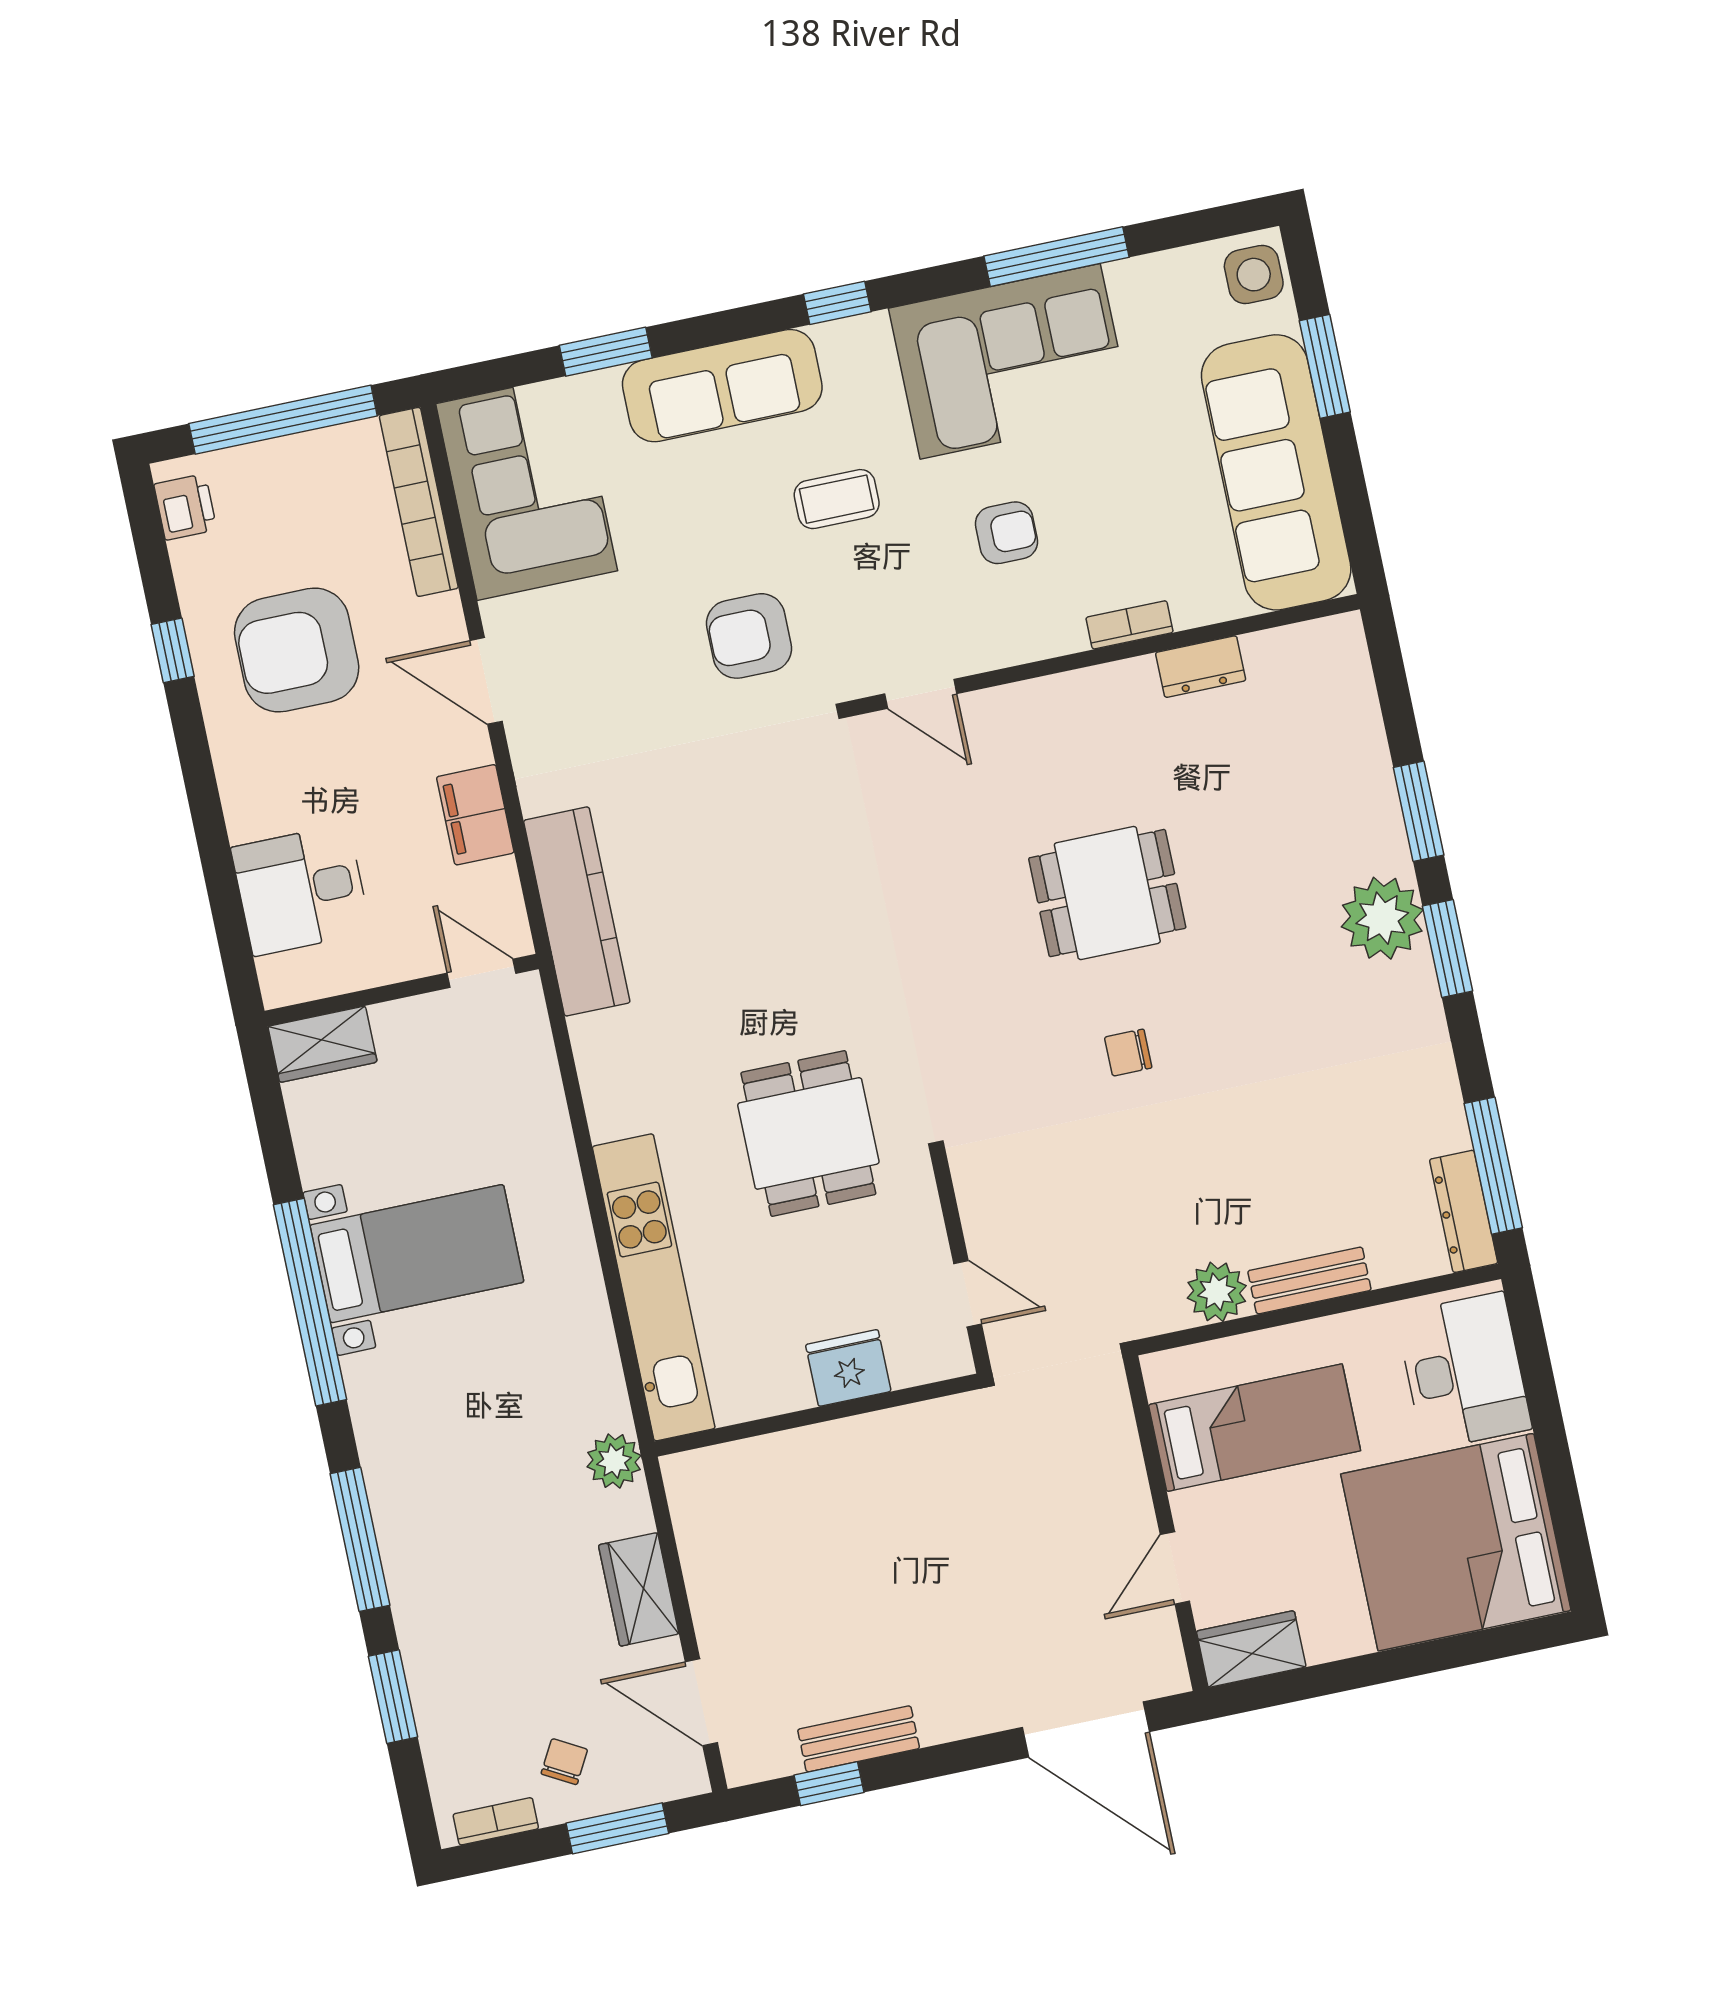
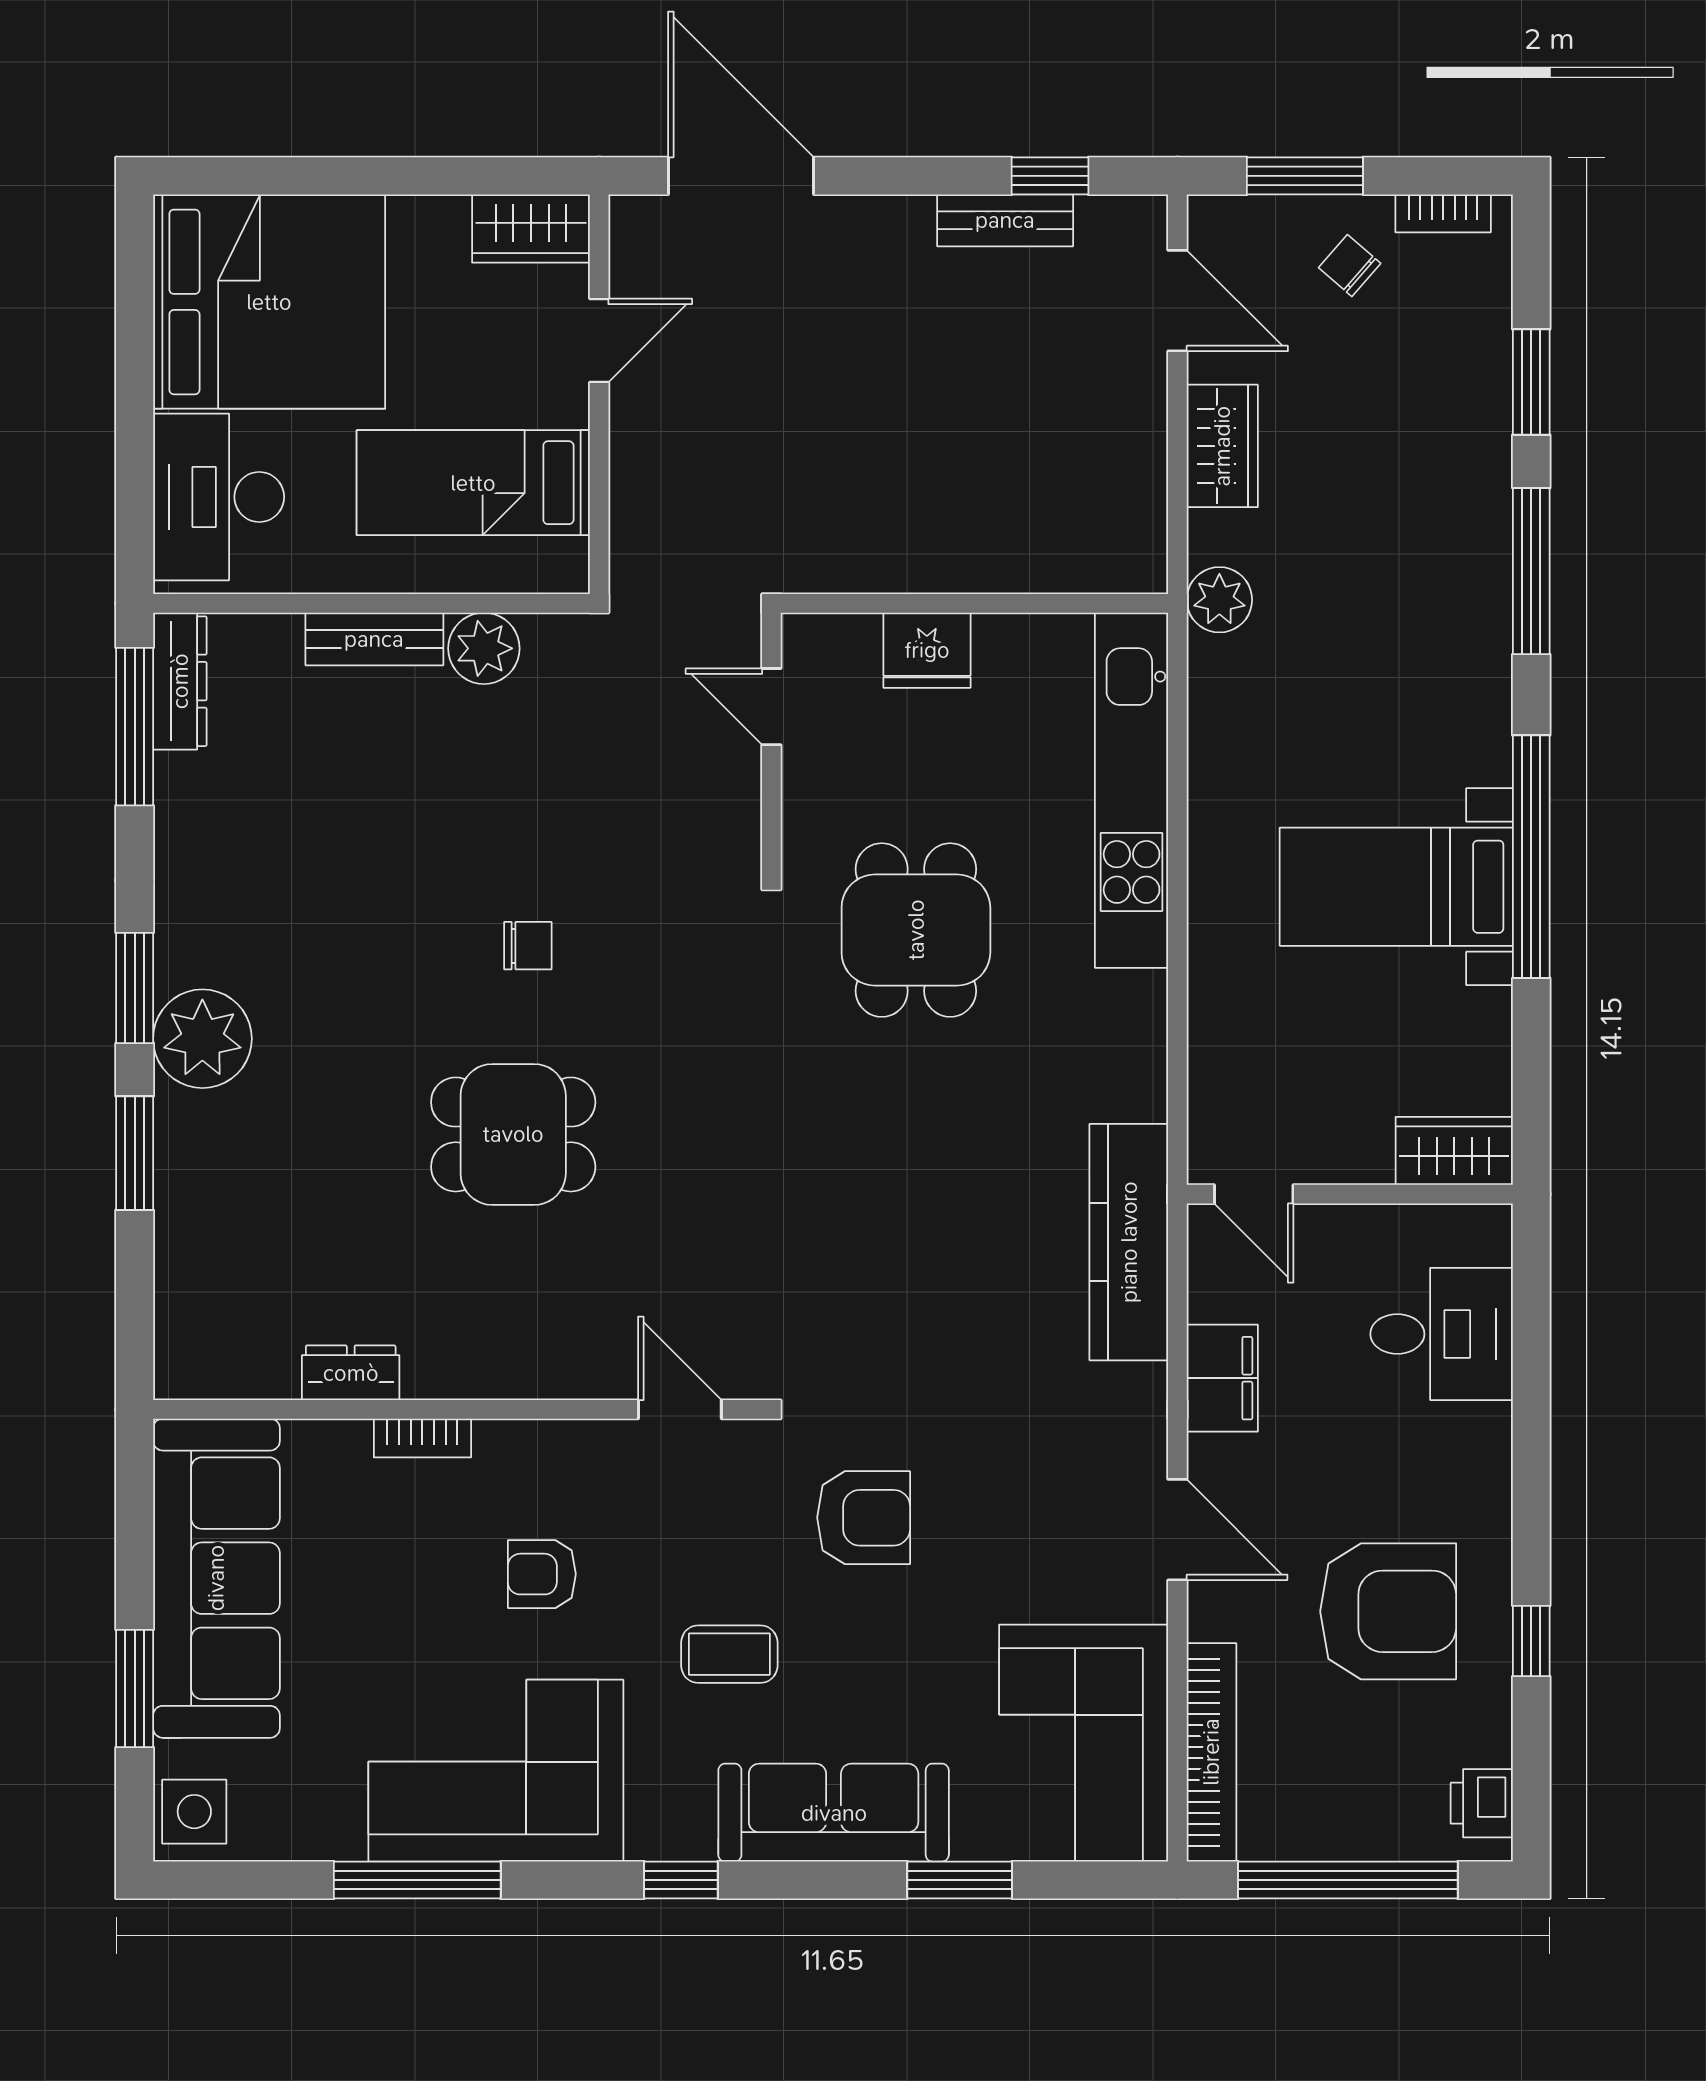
chair: (564, 1762) -> (1350, 266), turned 102

